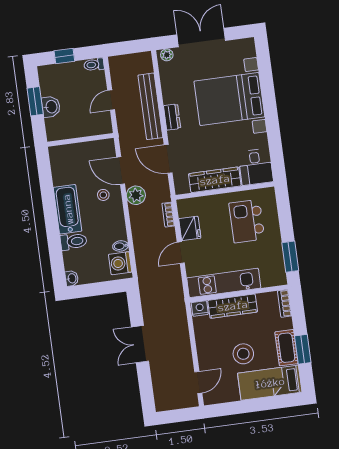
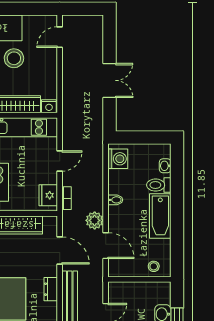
stool: (103, 195) -> (154, 266), moved
fridge: (190, 228) -> (48, 195), moved
bidet: (120, 246) -> (115, 200), moved
washbasin: (72, 278) -> (165, 166), moved

